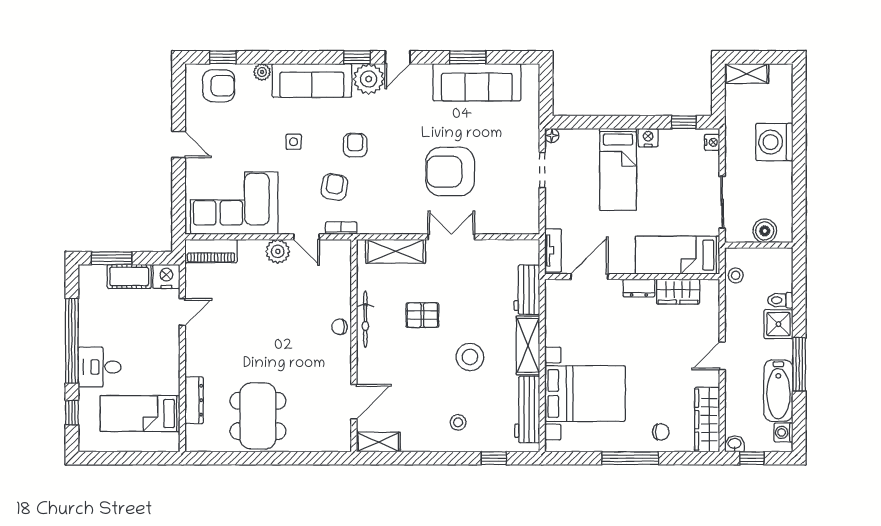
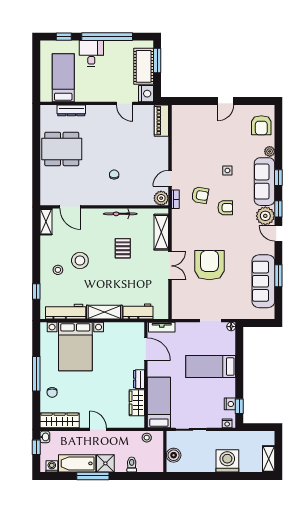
window: (223, 57) -> (278, 178), moved
shelving: (747, 73) -> (269, 459), moved
nightstand: (648, 138) -> (230, 404), moved
corner sofa: (234, 203) -> (190, 135), removed
plant: (278, 251) -> (161, 198), moved
cot: (129, 276) -> (144, 66), width x1.37, depth x1.34
shower: (778, 324) -> (105, 463), moved
chair: (339, 327) -> (114, 175), moved
stool: (470, 357) -> (80, 261), moved

